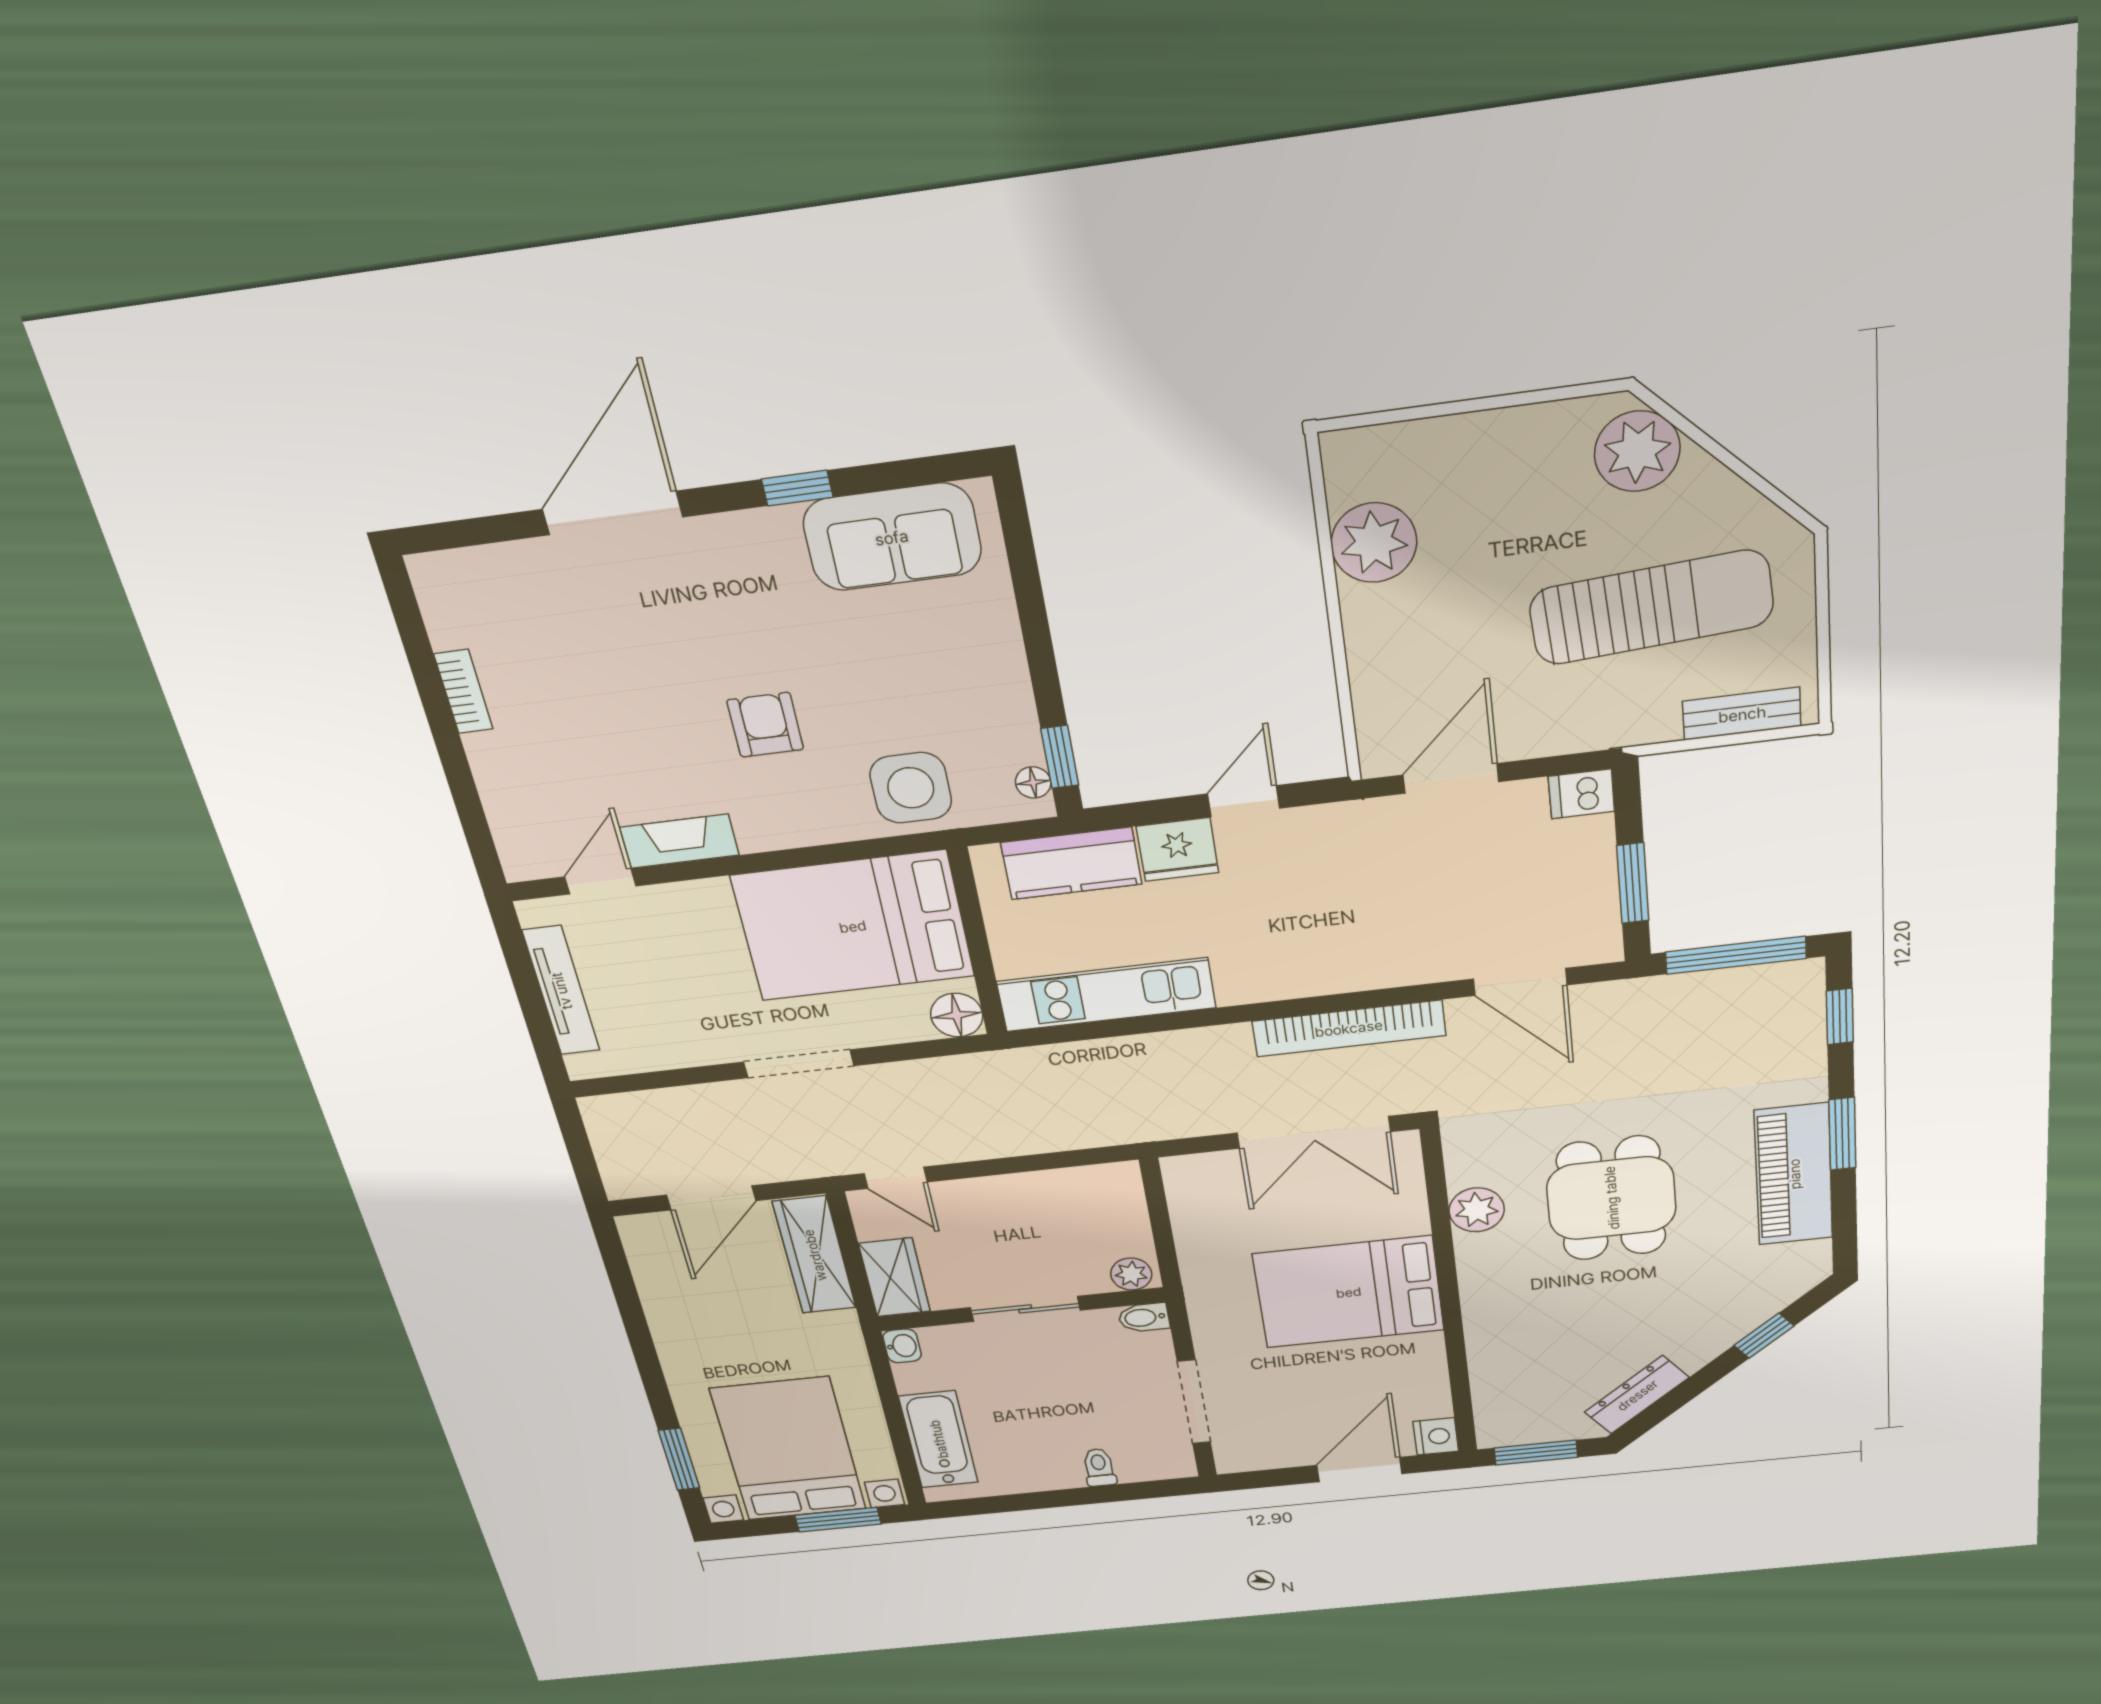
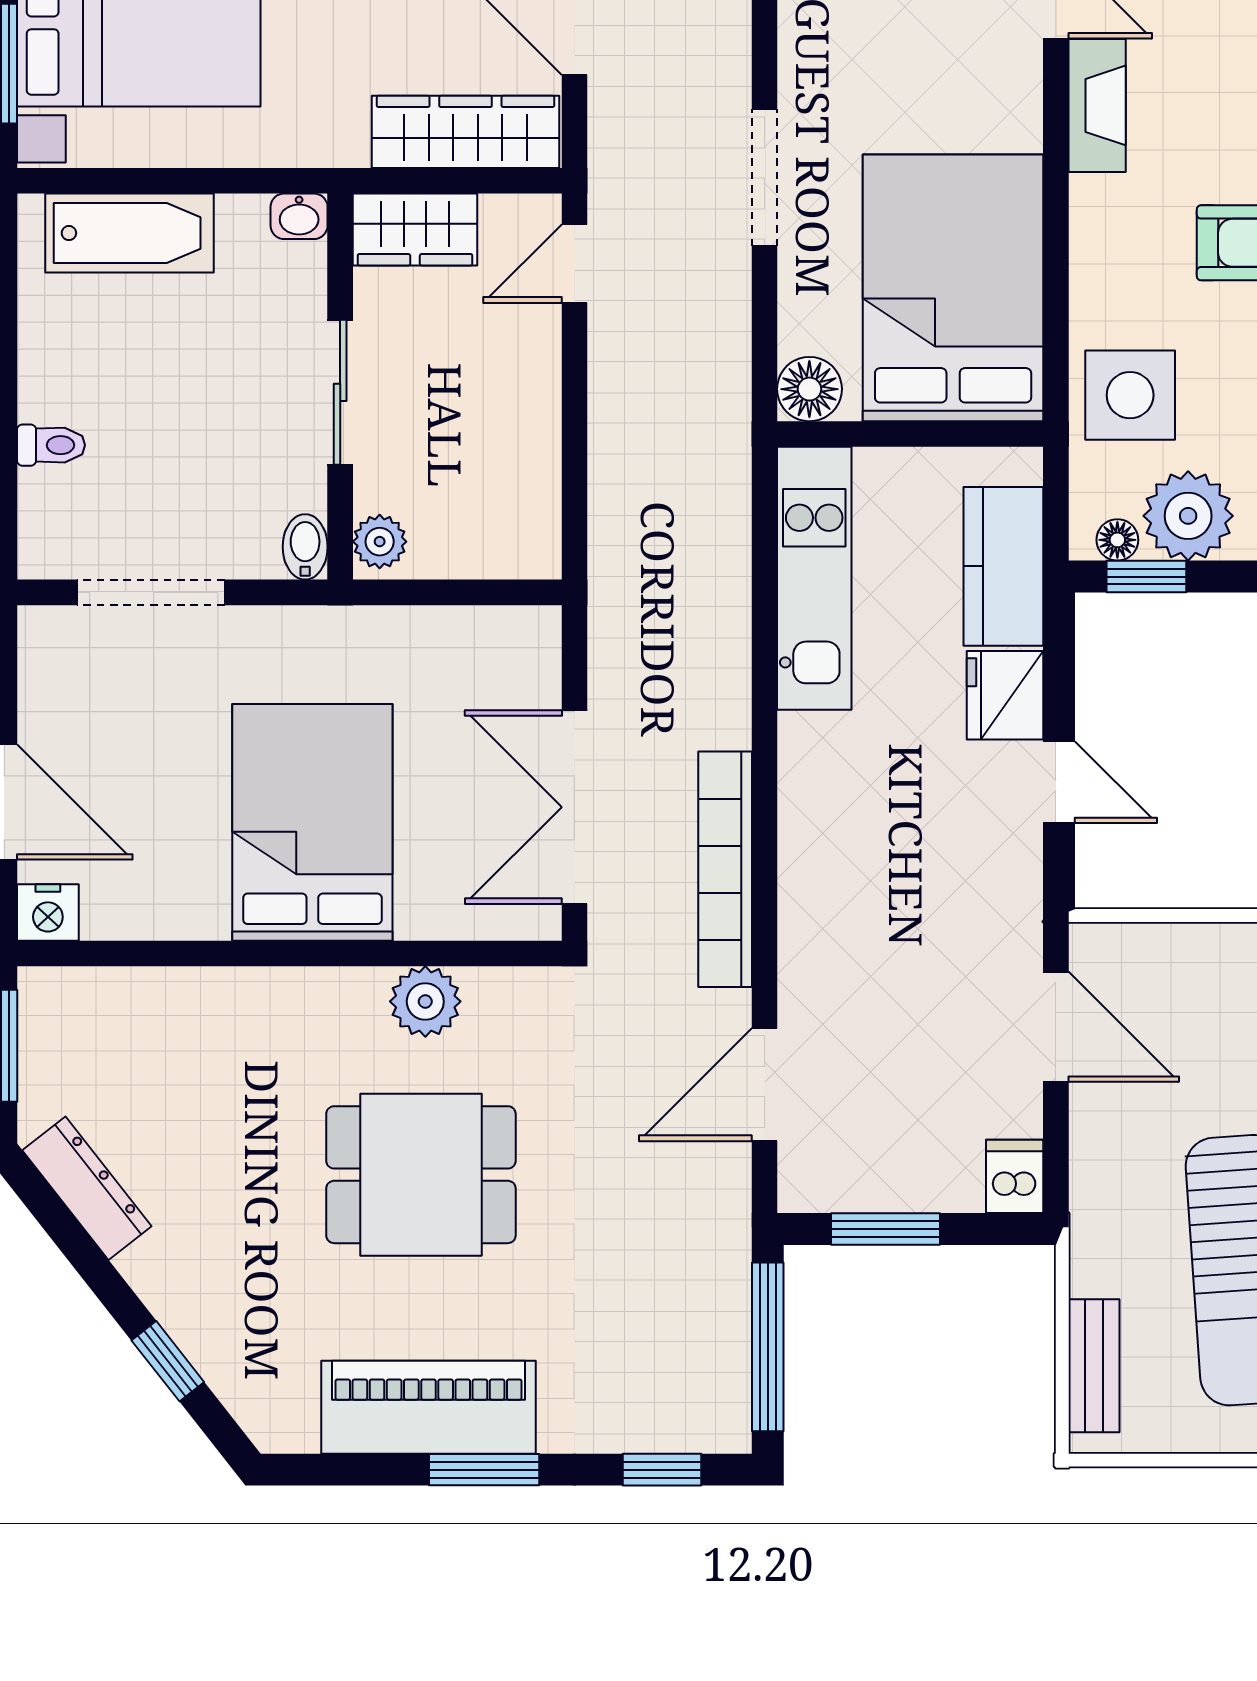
plant: (1002, 732) -> (1188, 516), added

